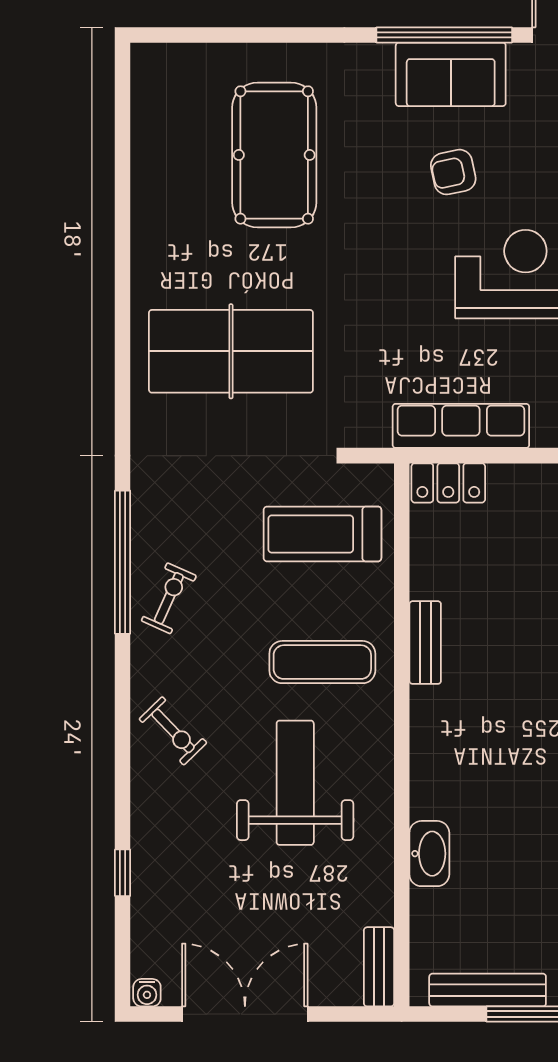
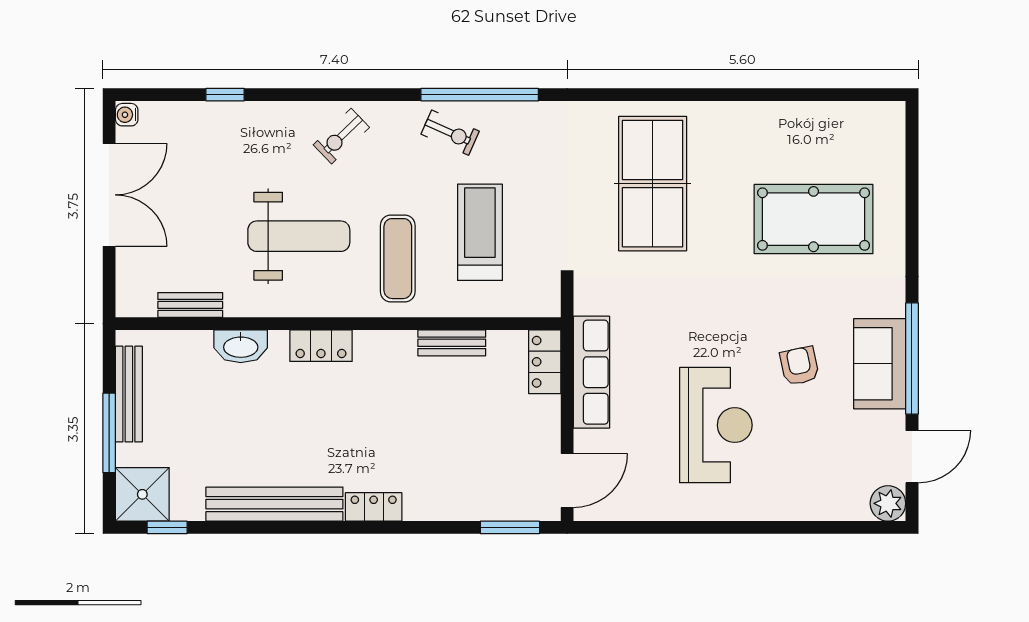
treadmill: (322, 534) -> (480, 232), moved
bench: (425, 643) -> (452, 343), moved
locker: (429, 756) -> (321, 346), added
bench: (379, 967) -> (190, 305), moved

